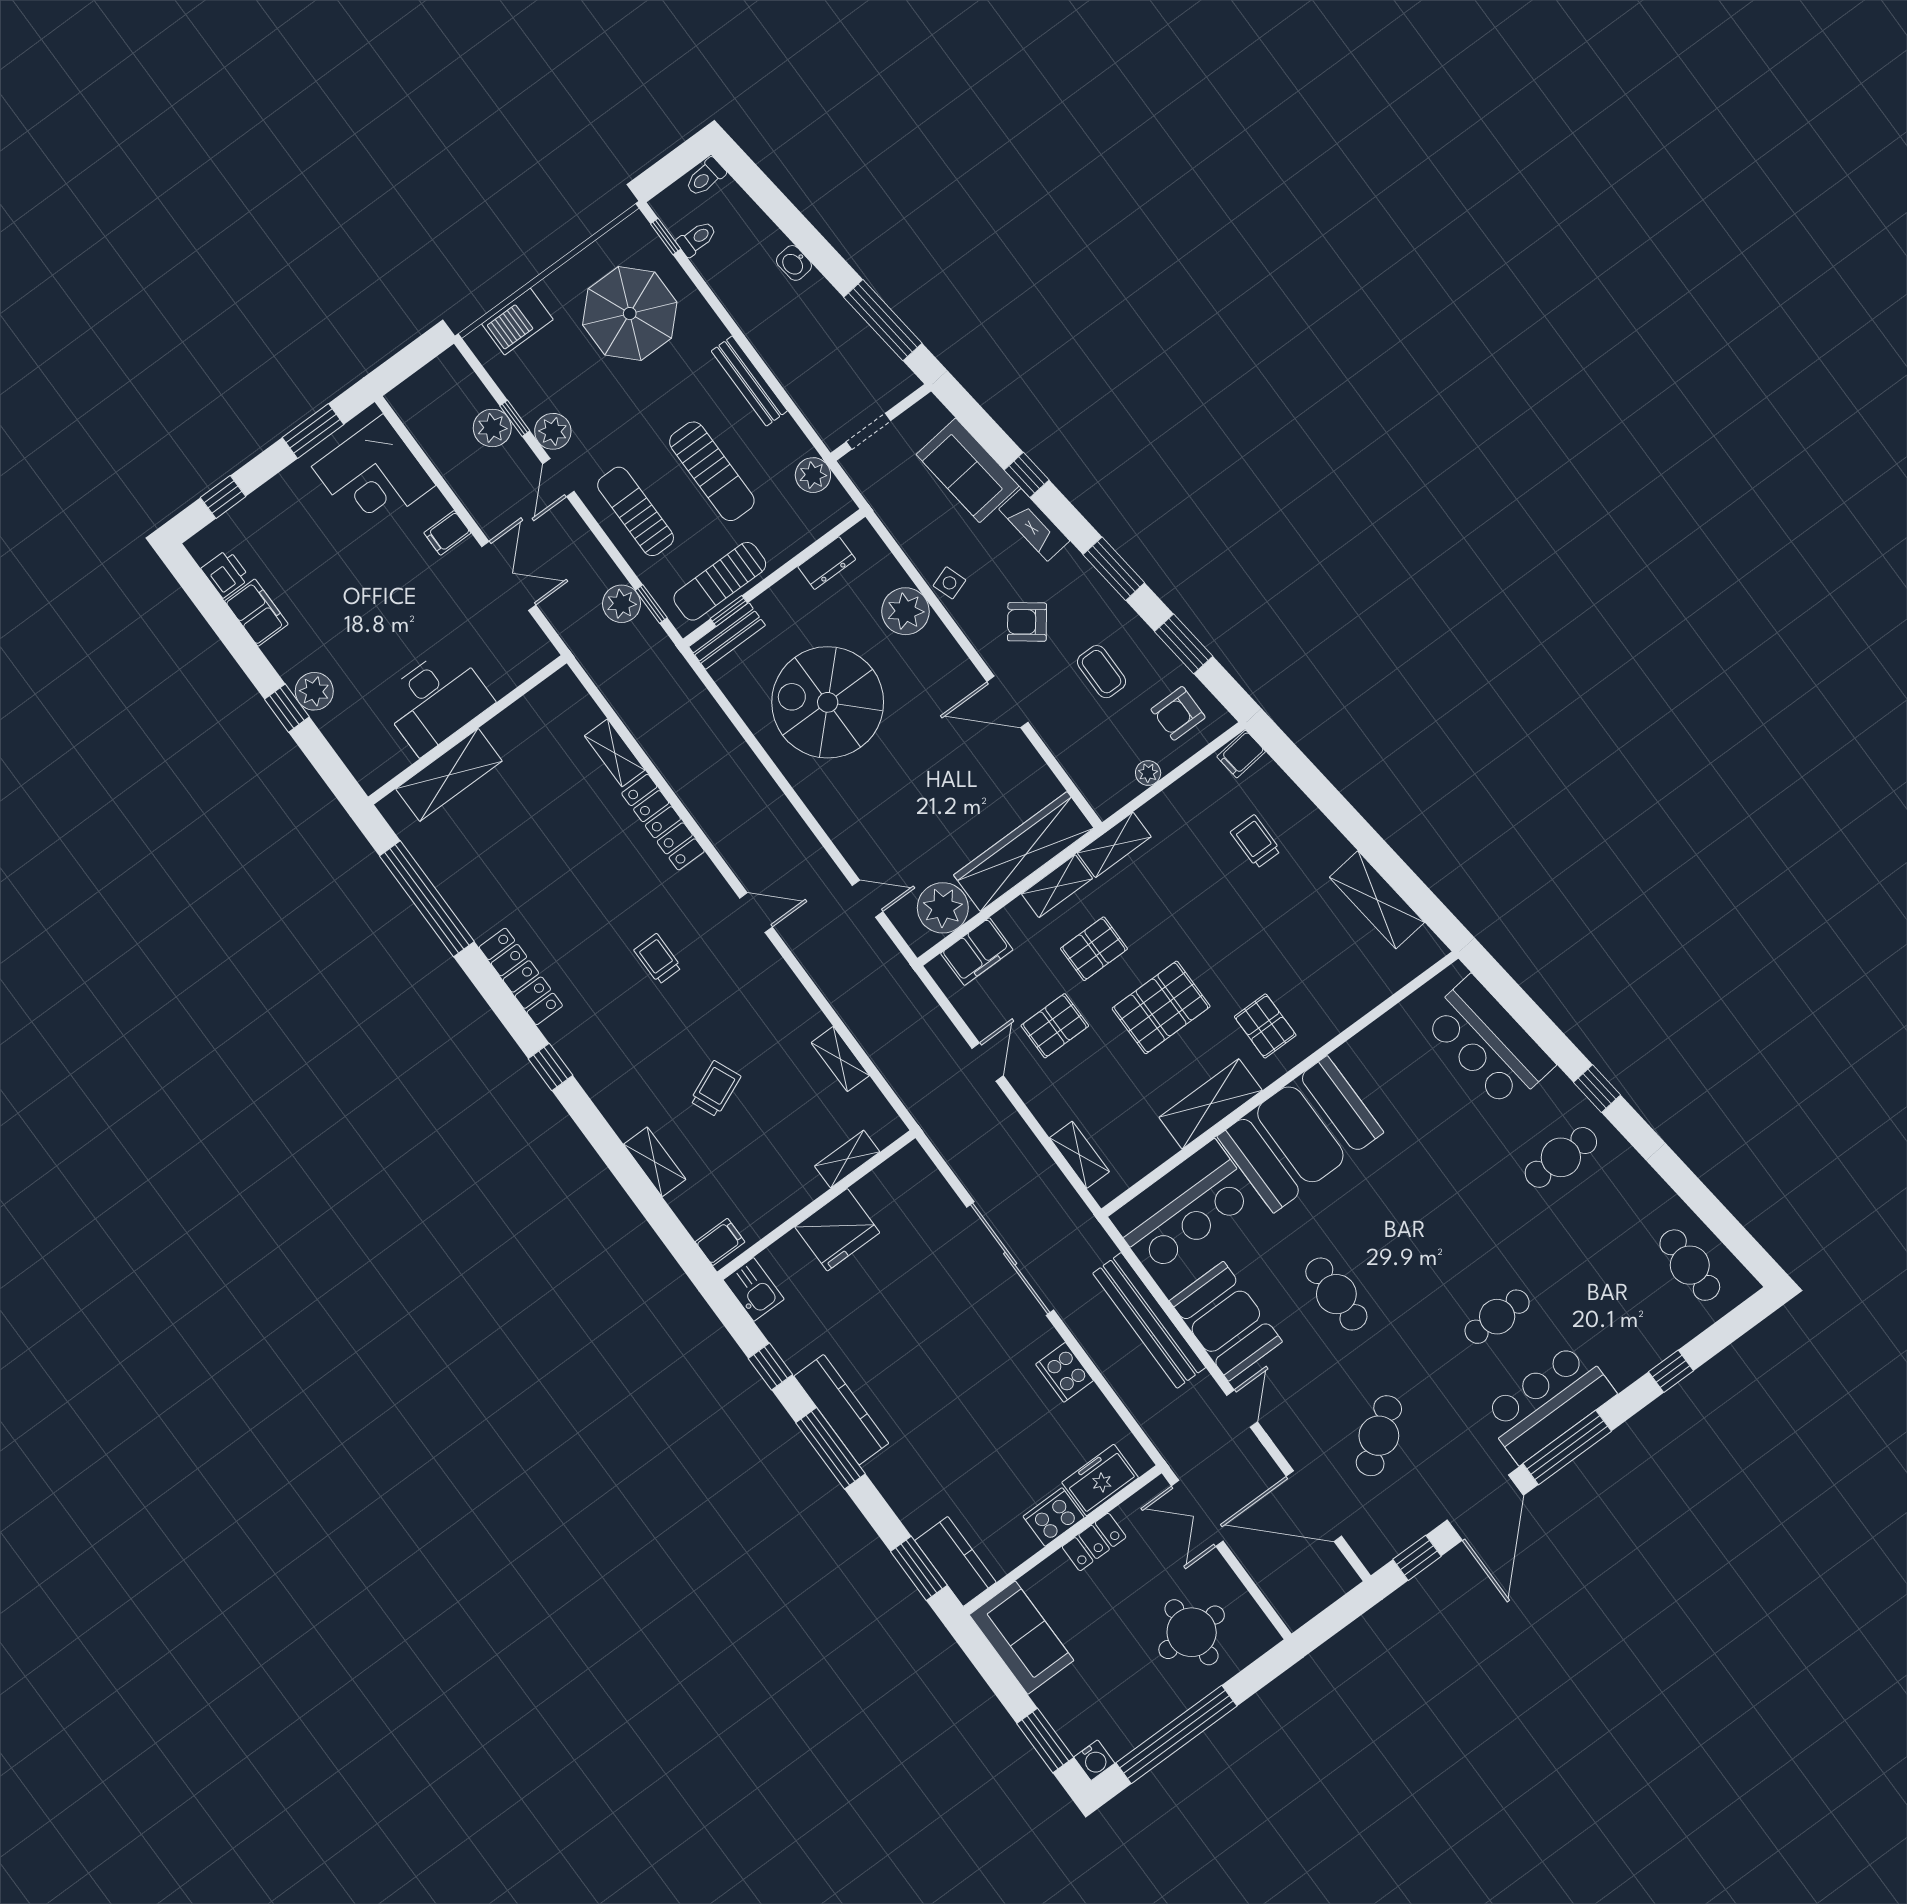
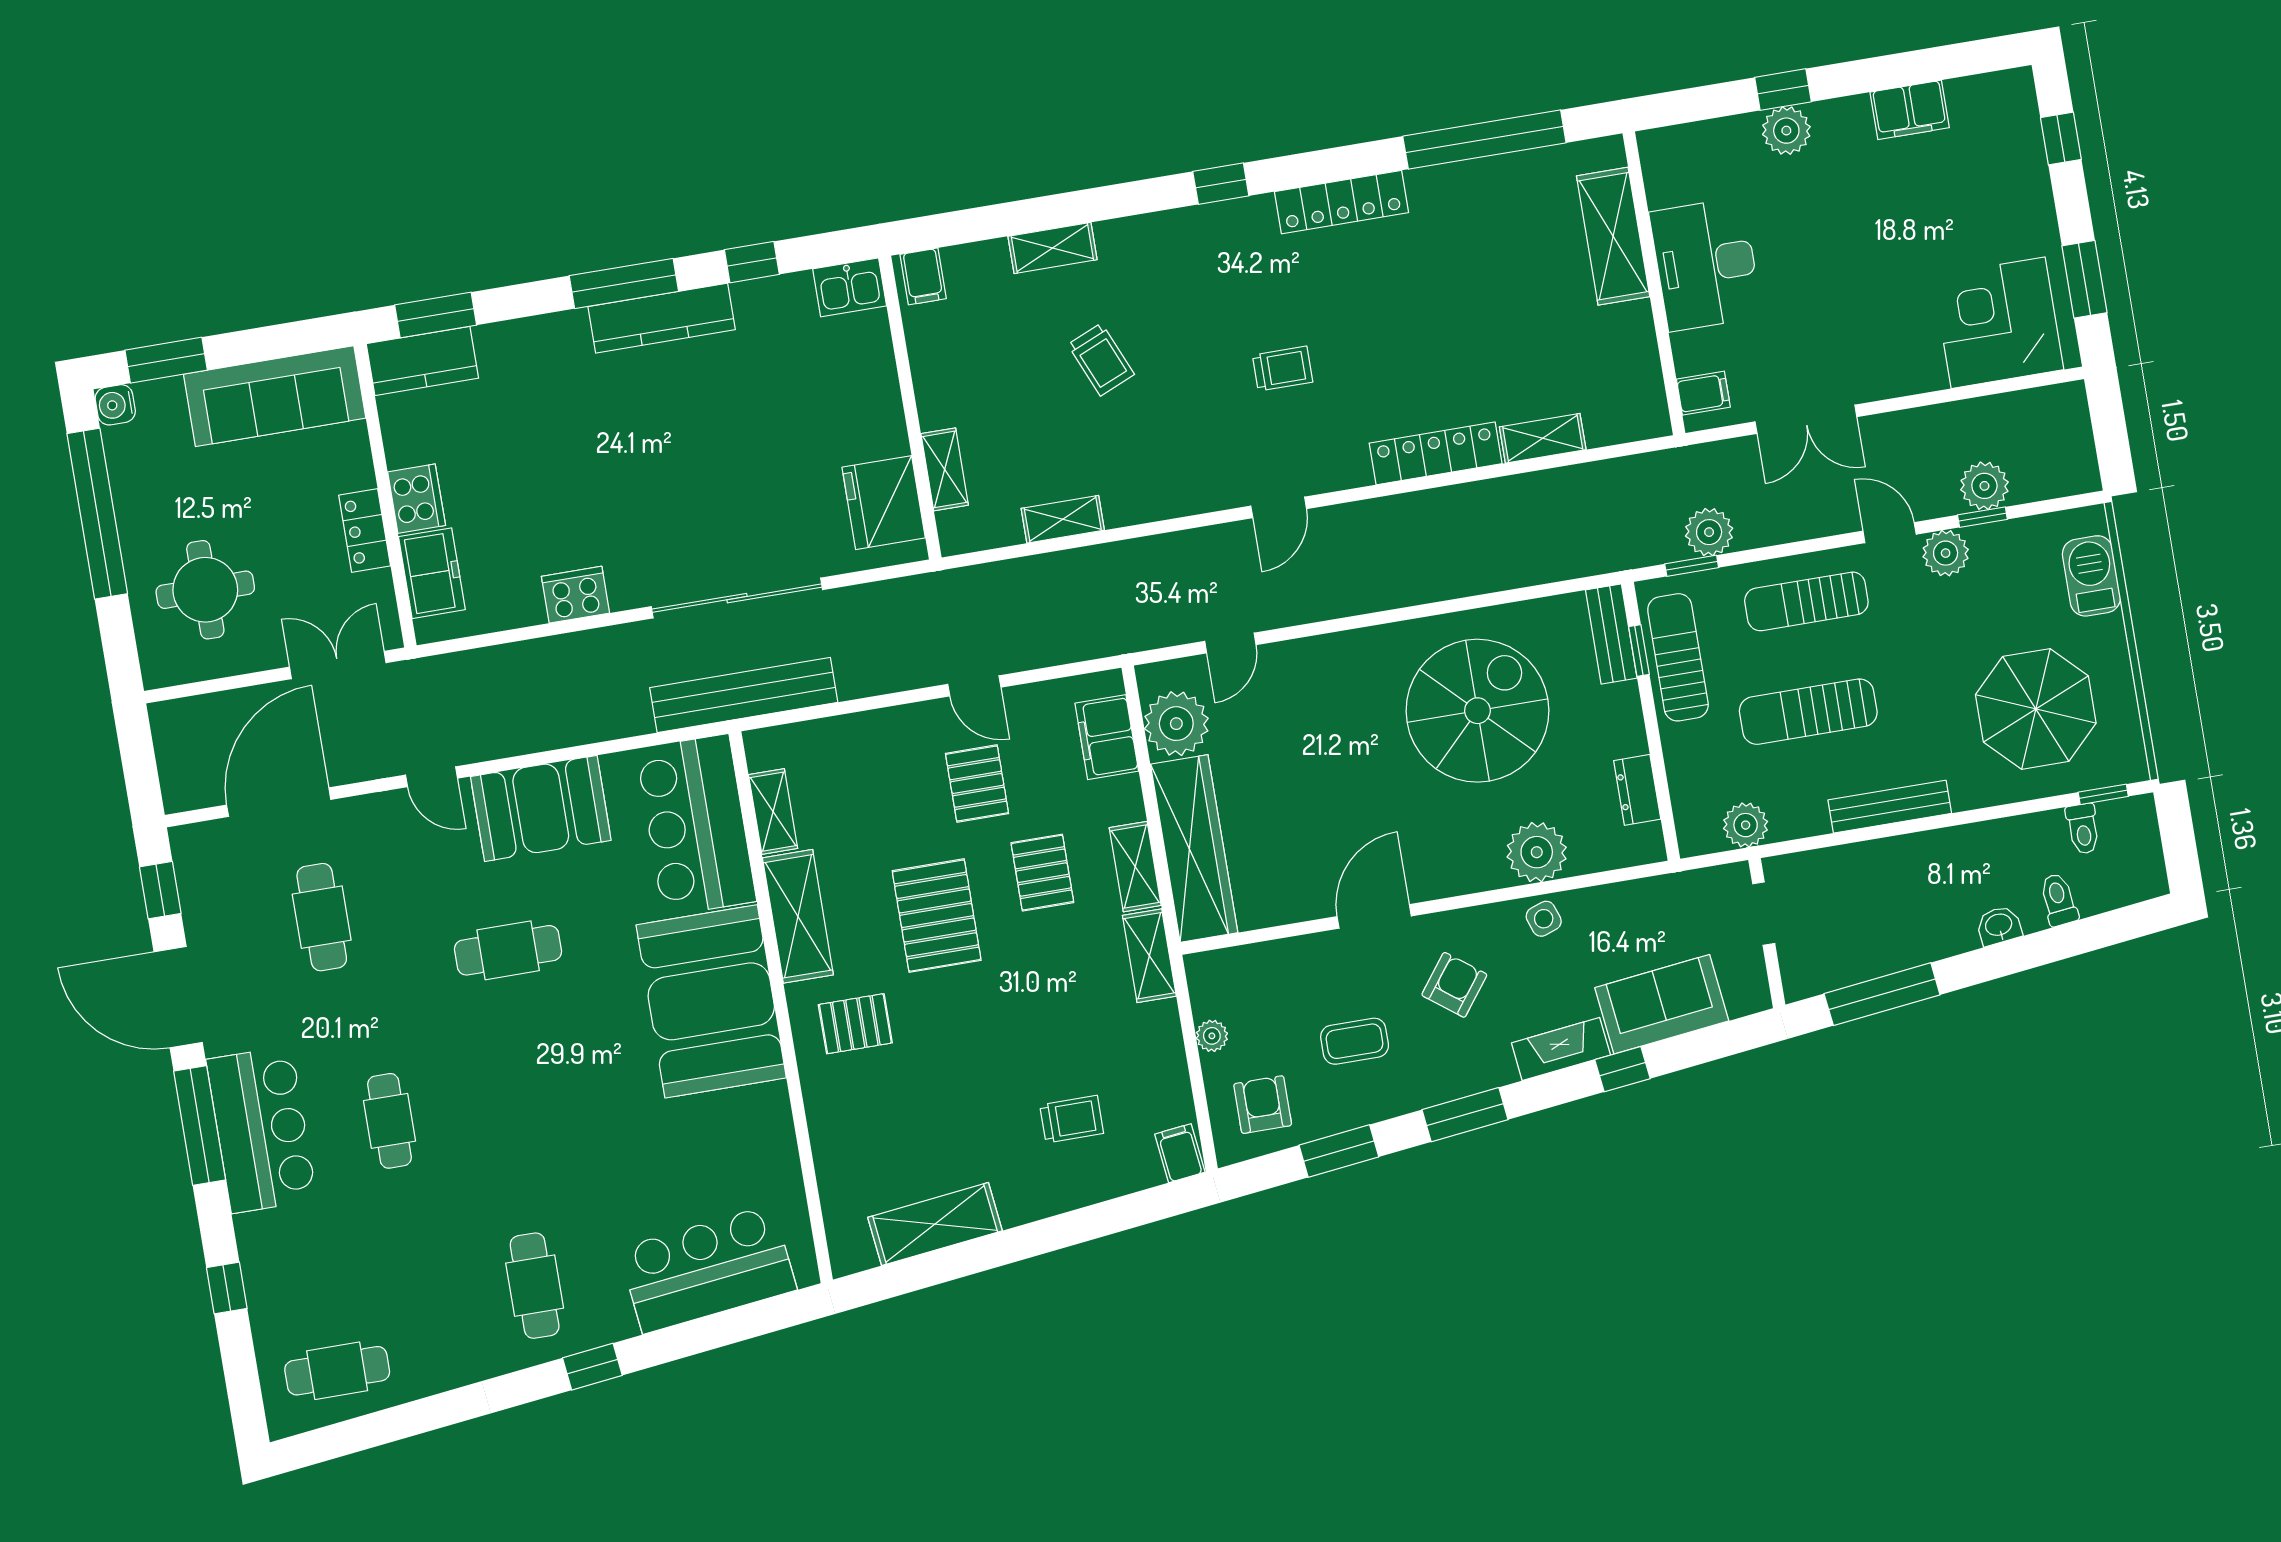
toilet: (705, 177) -> (2059, 900), moved
sun lounger: (636, 511) -> (1806, 601), turned 180
filing cabinet: (447, 533) -> (1703, 393), moved, turned 90
printer: (225, 573) -> (1972, 97), removed
shelving: (1079, 1155) -> (773, 812), moved, turned 90
fridge: (837, 1230) -> (884, 503), moved
bench: (1149, 1320) -> (744, 695), moved
cafe table: (1379, 1436) -> (322, 917), turned 36
sofa: (1022, 1638) -> (275, 396), width x1.36

